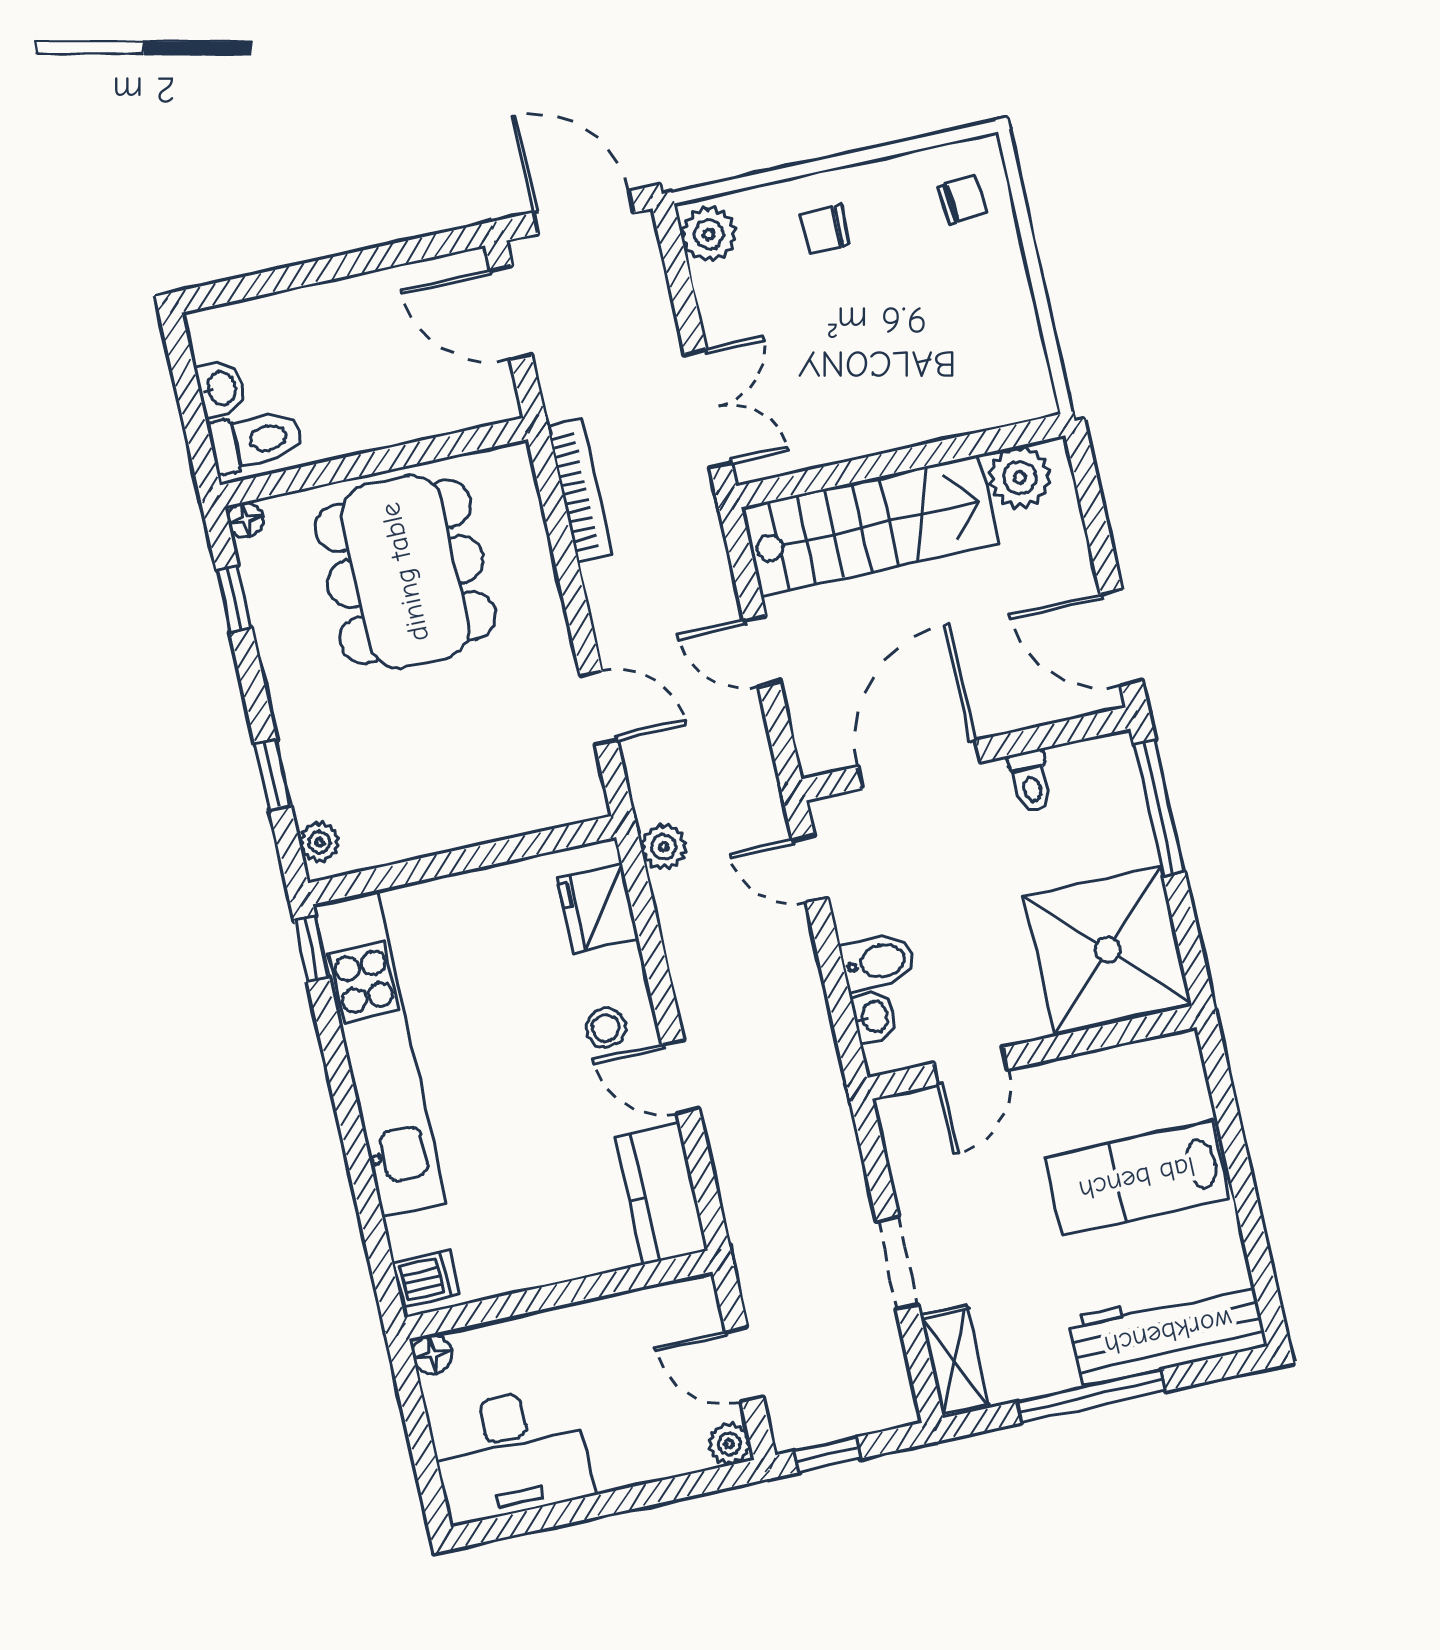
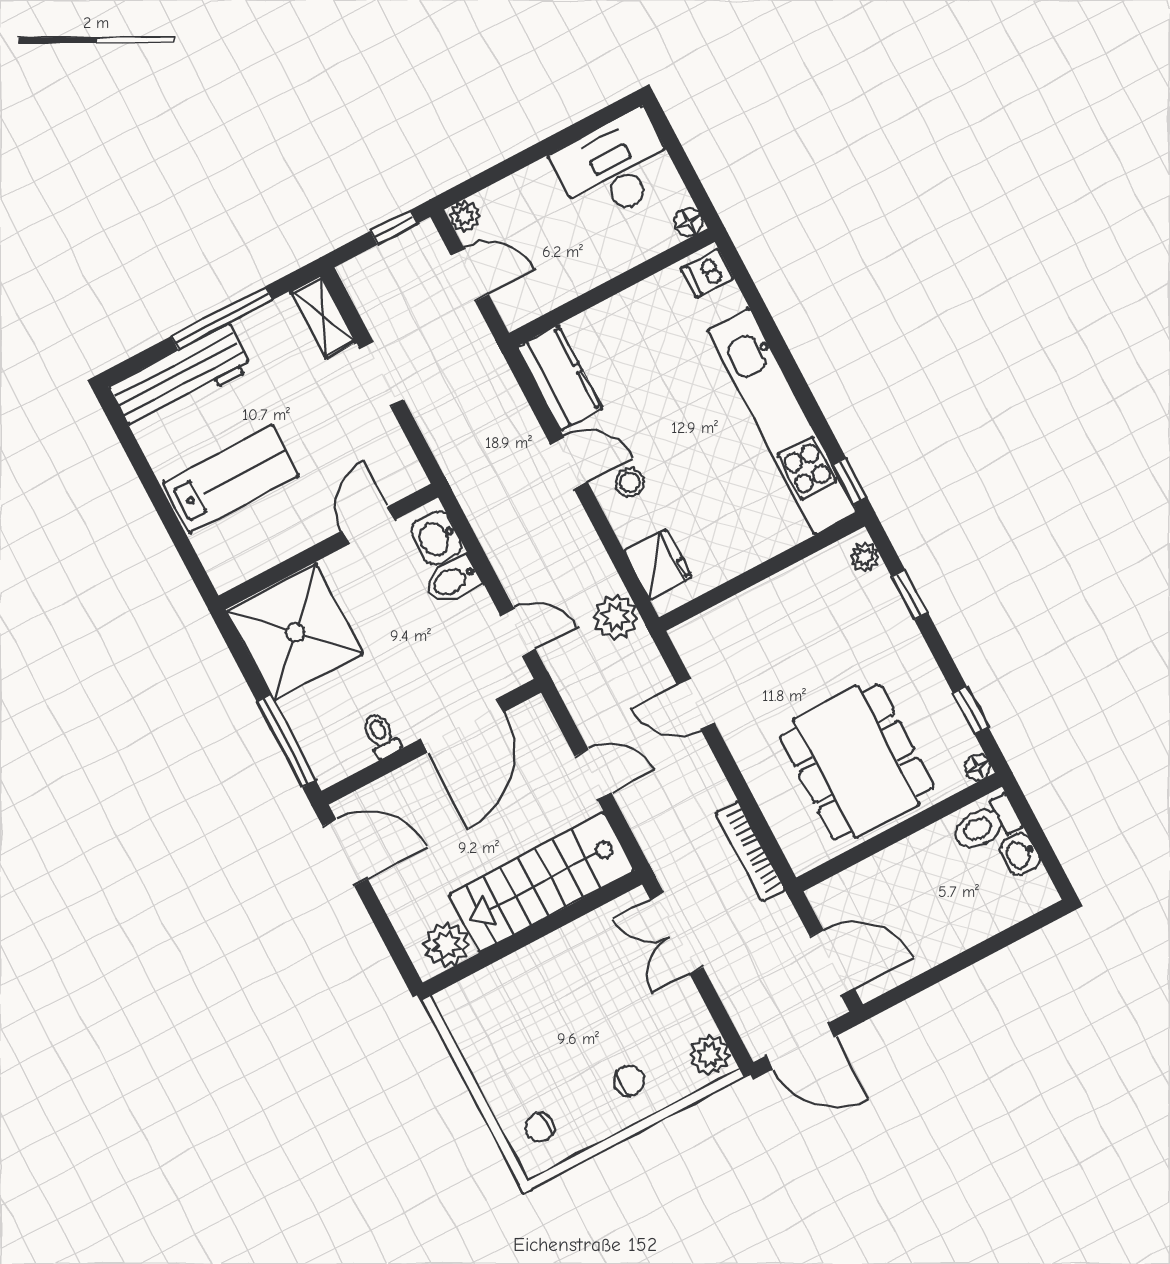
plant: (664, 847) -> (616, 617), width x1.38, depth x1.38
washbasin: (874, 1017) -> (436, 538), width x1.38, depth x1.45

